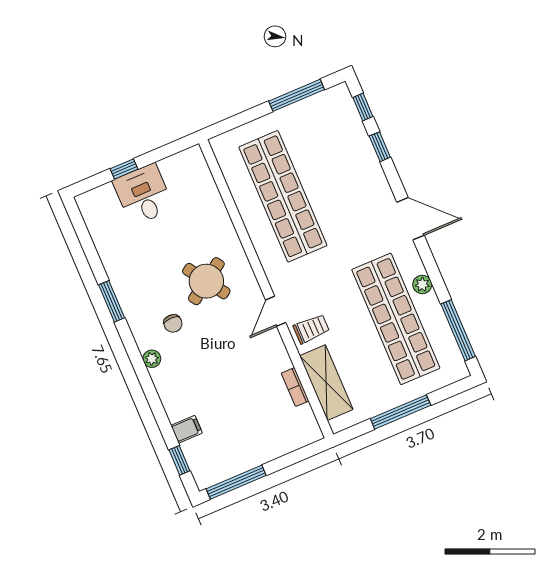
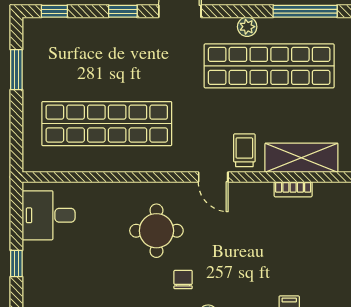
window: (297, 95) -> (16, 70), width x0.69
window: (380, 147) -> (123, 11), moved
desk: (143, 195) -> (49, 215), moved
round table: (206, 281) -> (156, 231), turned 34
chair: (173, 323) -> (183, 280), turned -89

